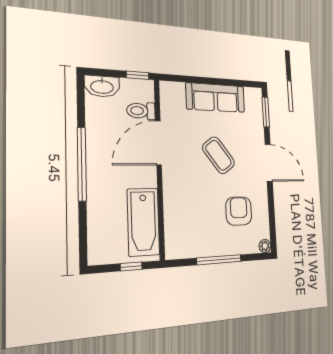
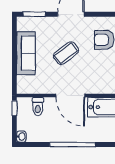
washbasin: (102, 86) -> (21, 137), width x0.52, depth x0.69
door: (158, 143) -> (70, 96), moved

